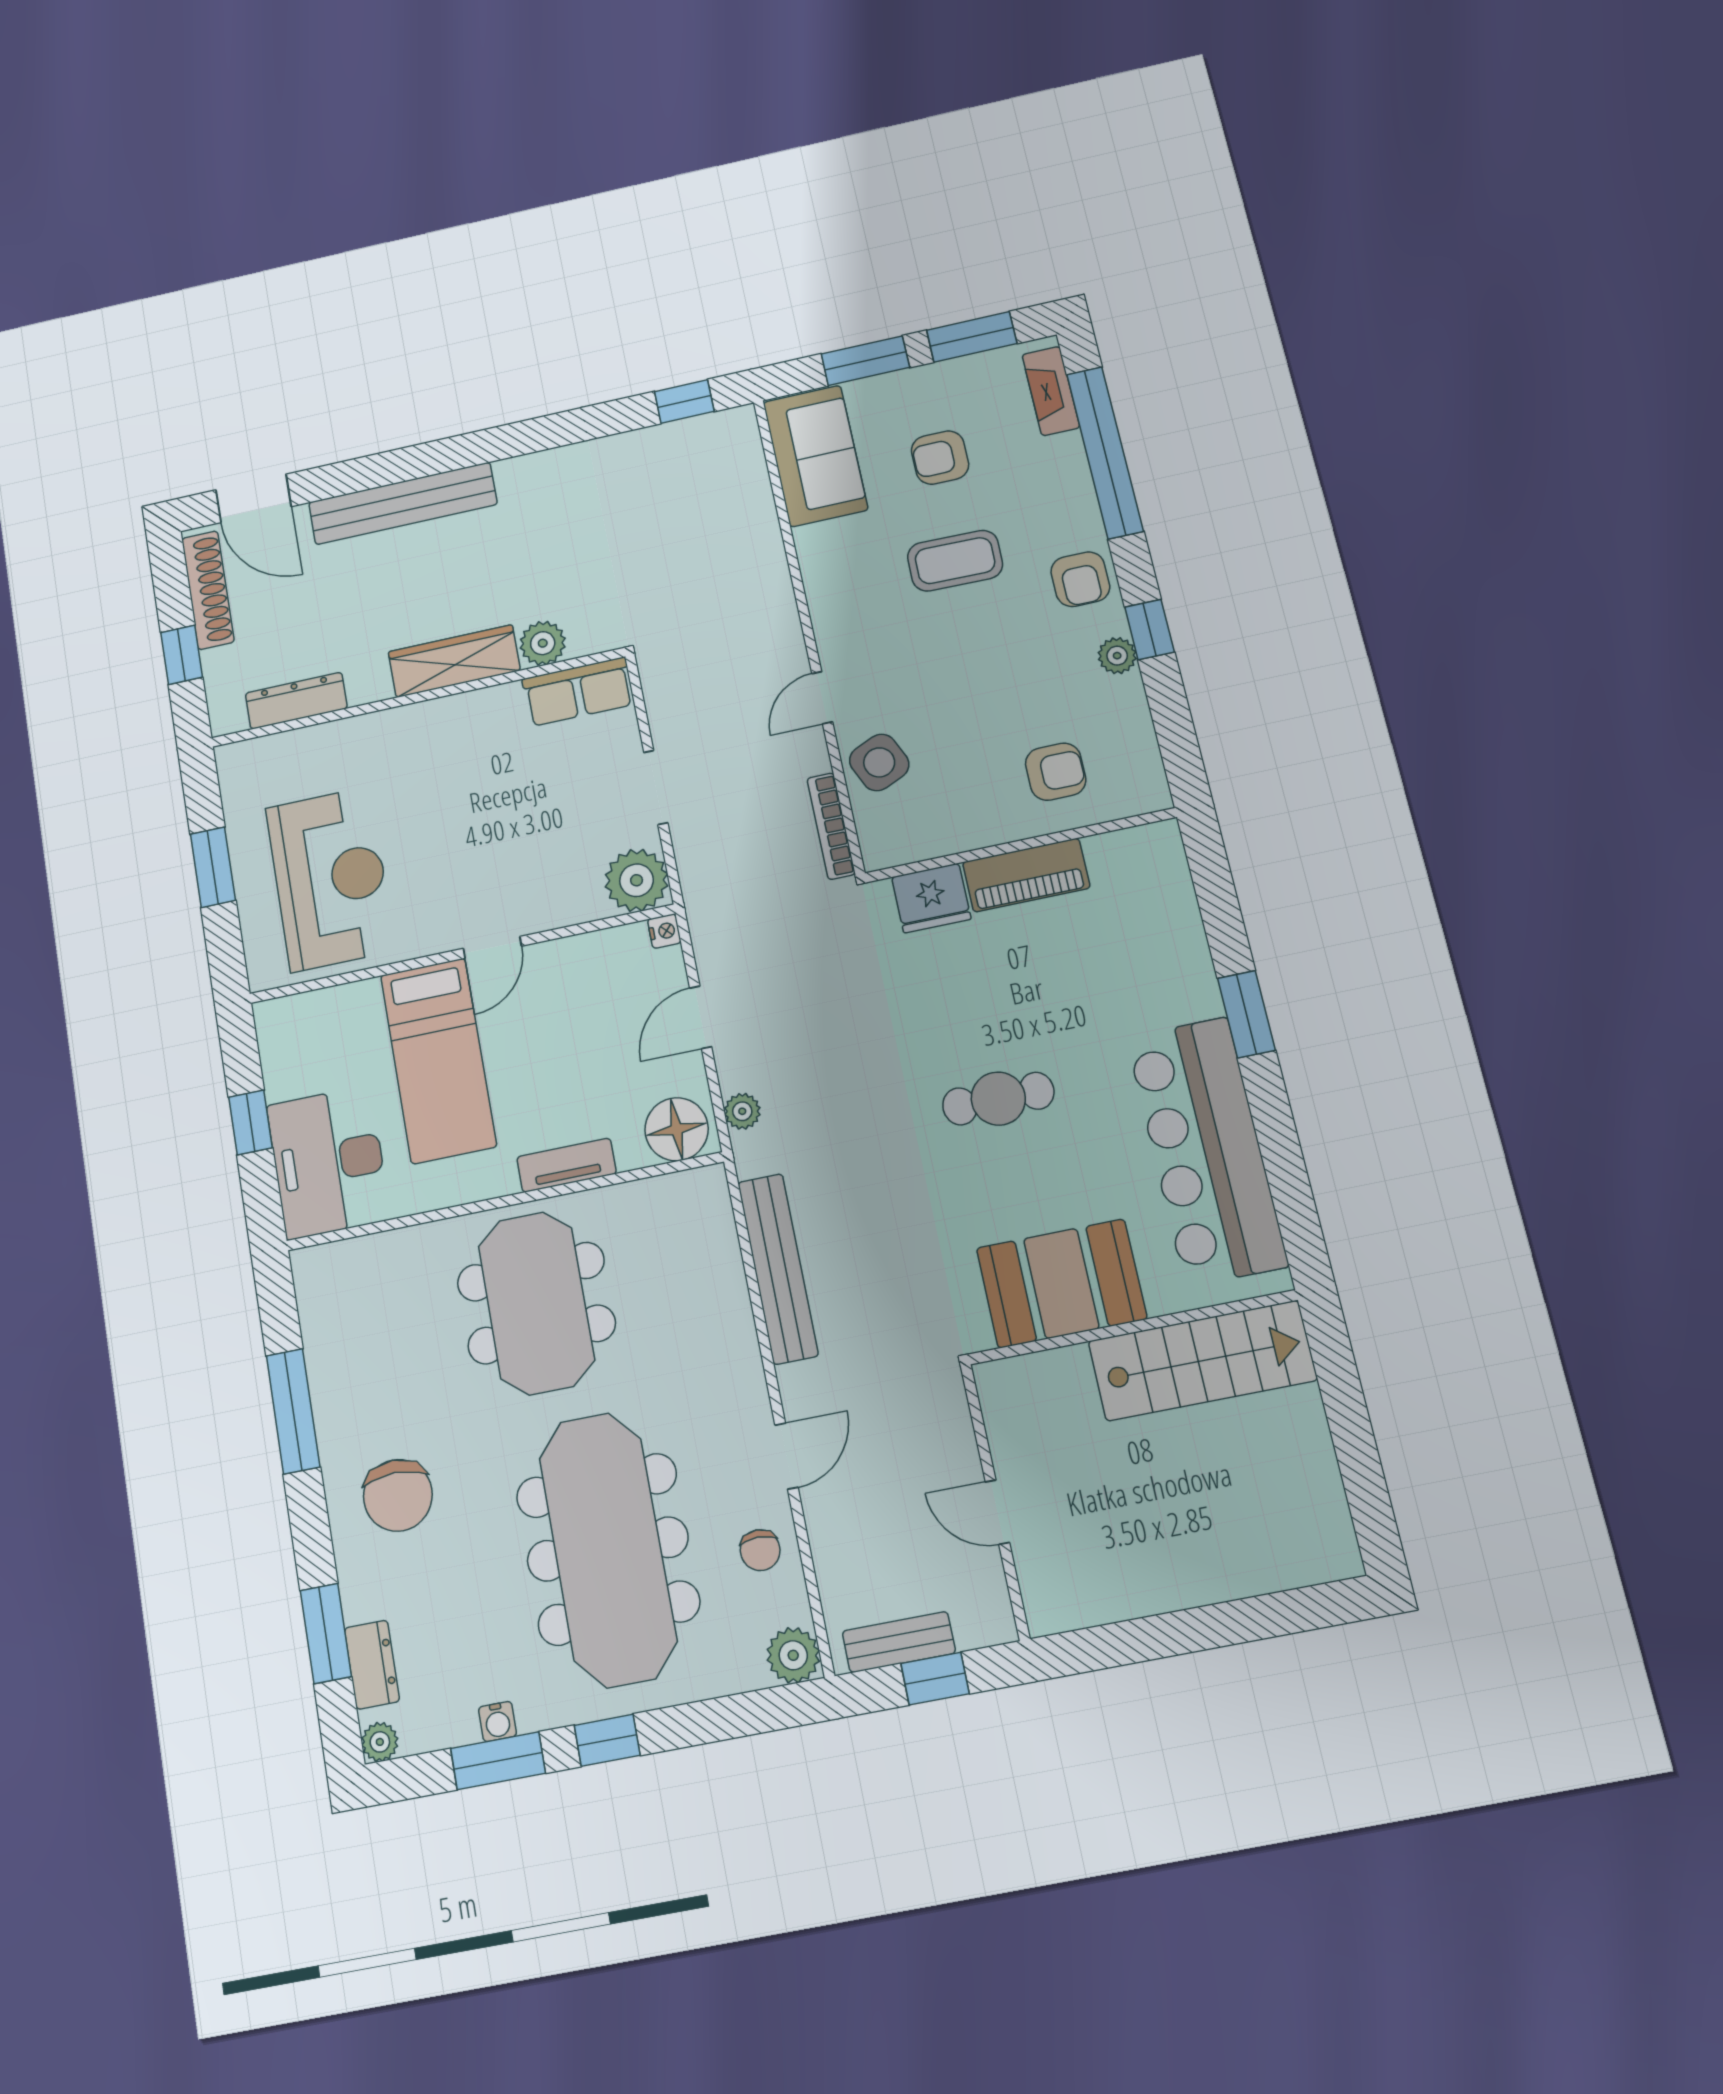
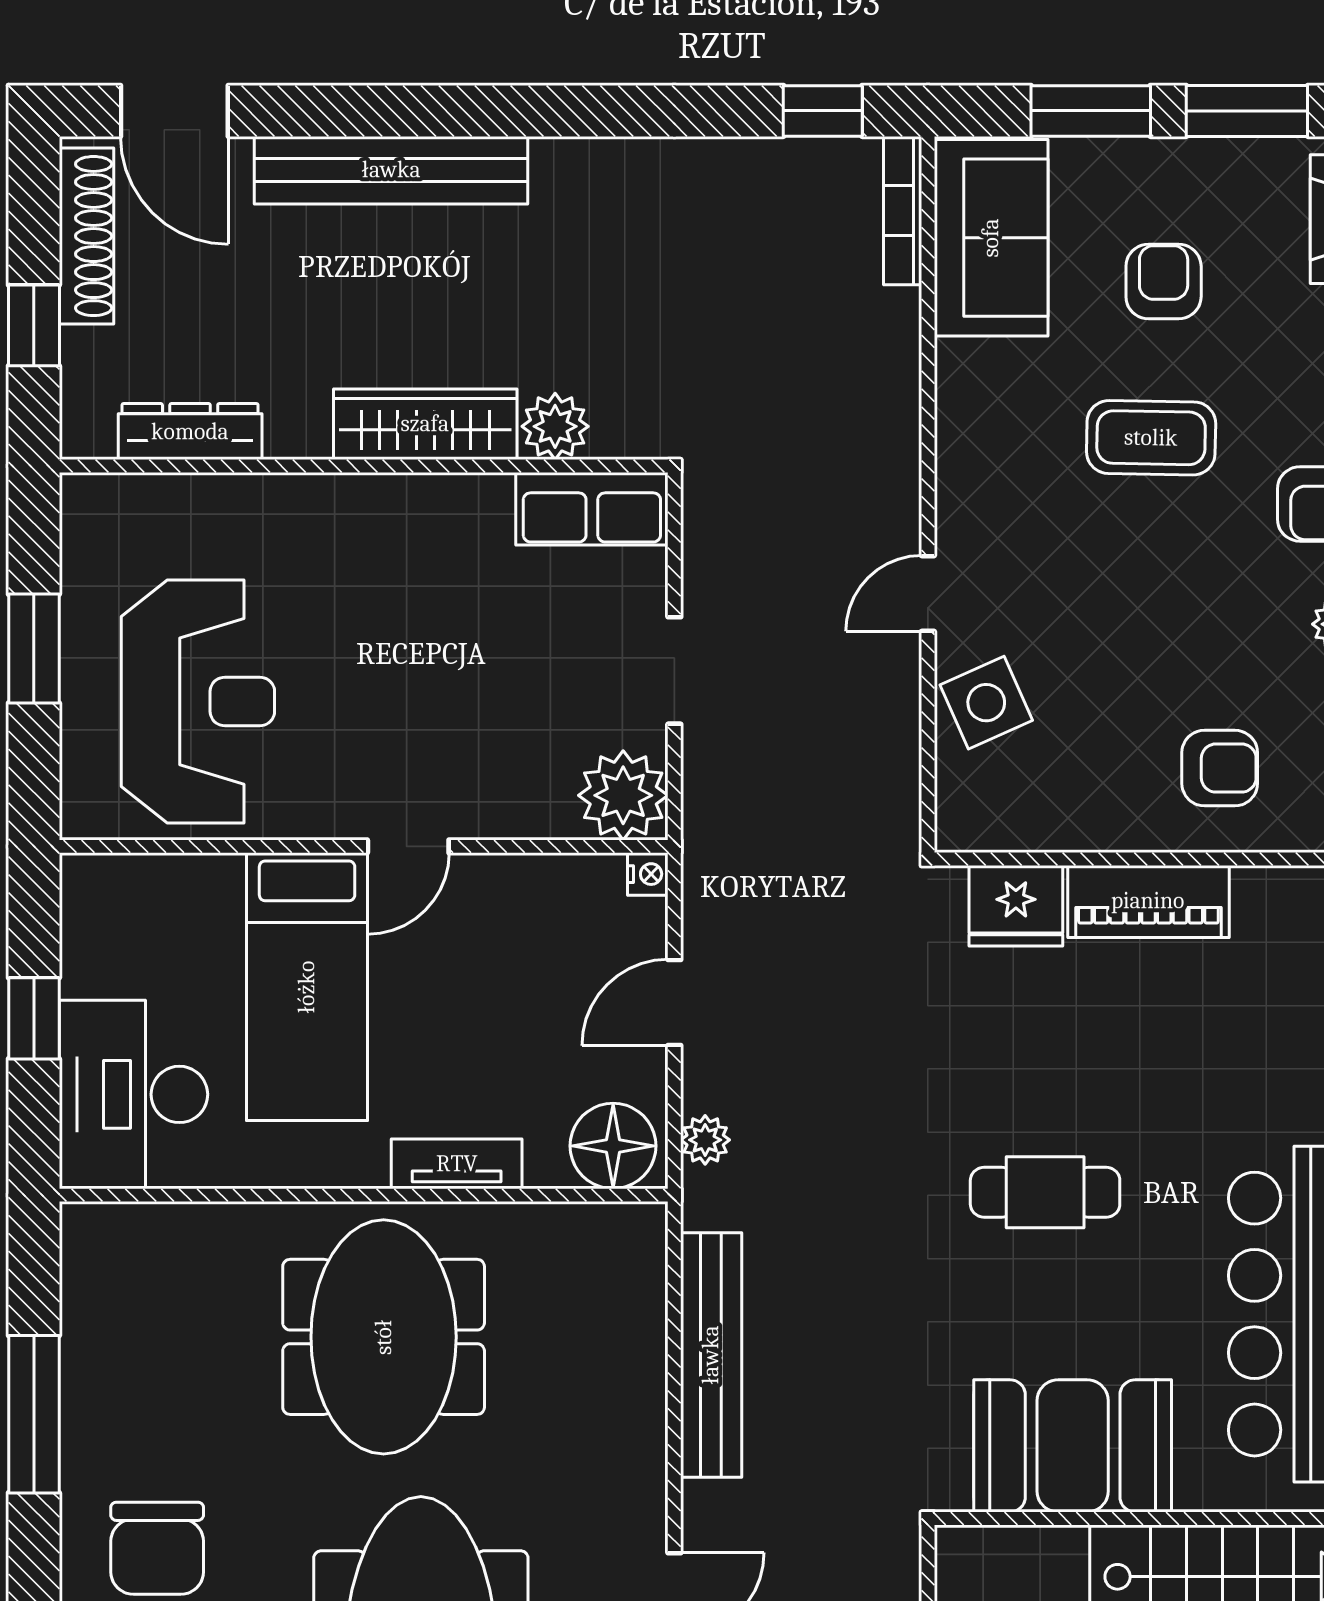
armchair: (940, 458) -> (1164, 281), turned 90
bookcase: (831, 826) -> (903, 211), moved

